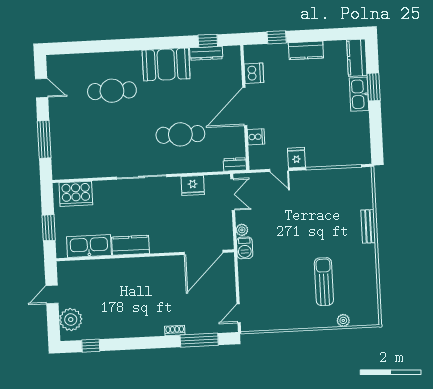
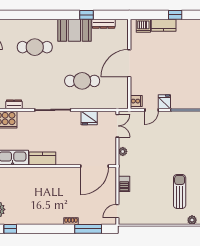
window: (277, 37) -> (175, 15), moved
window: (208, 41) -> (86, 15), moved
kitchen counter: (306, 50) -> (164, 25), moved
dishwasher: (254, 73) -> (143, 26), moved, turned 90
cooker: (256, 137) -> (136, 101), moved
dresser: (235, 164) -> (14, 104), moved
door: (279, 170) -> (152, 110), hinge flipped
barbecue: (245, 248) -> (124, 184), moved

